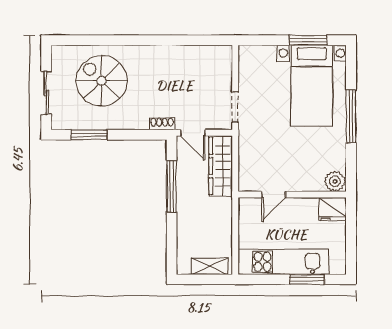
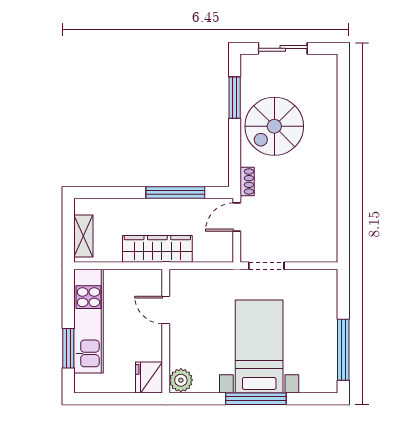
window: (308, 40) -> (343, 350), width x1.44
spiral stairs: (102, 81) -> (274, 126), moved, turned 180
bed with nightstands: (312, 86) -> (259, 347), moved, turned 90
wardrobe: (221, 166) -> (157, 249), moved

